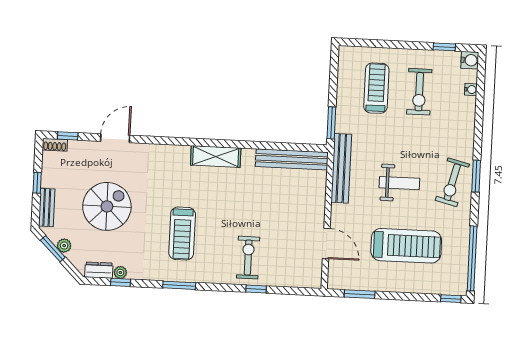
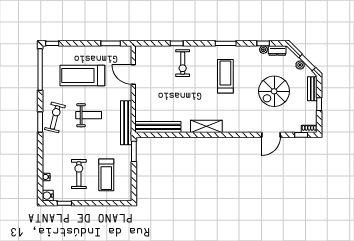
weight bench: (399, 183) -> (89, 115), turned 180

